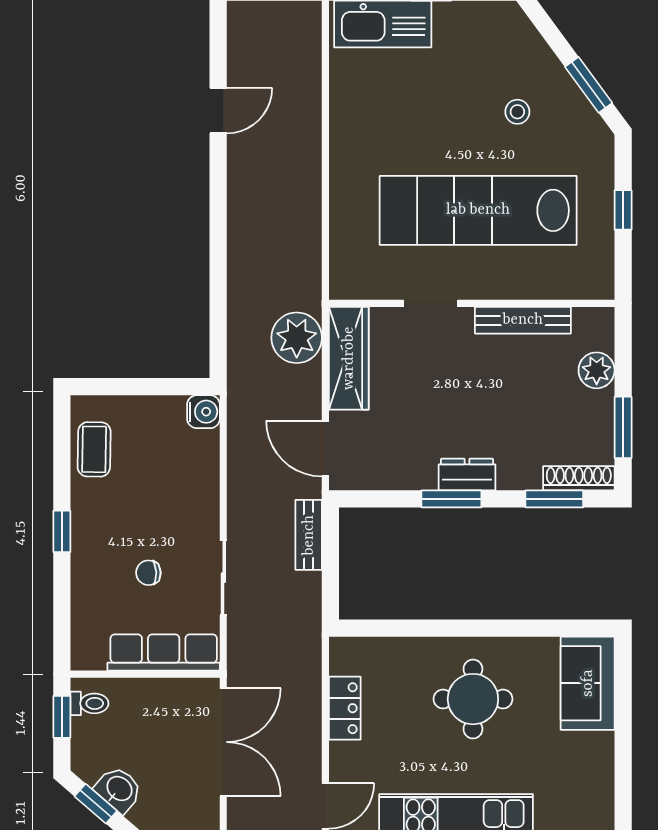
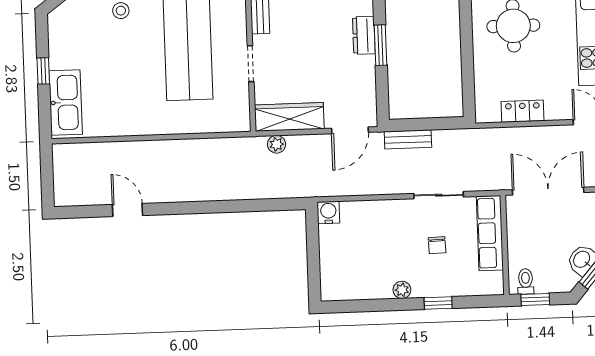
plant: (297, 338) -> (277, 144), width x0.53, depth x0.53
coffee table: (94, 449) -> (356, 284), removed
plant: (83, 518) -> (402, 290), added
window: (62, 531) -> (438, 303), moved

